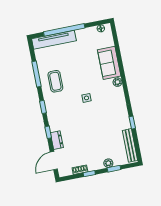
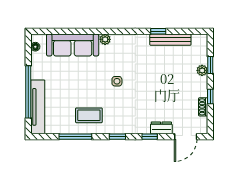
sofa: (109, 63) -> (73, 45), width x1.36
bench: (130, 145) -> (170, 40), moved
door: (54, 161) -> (186, 137), hinge flipped

